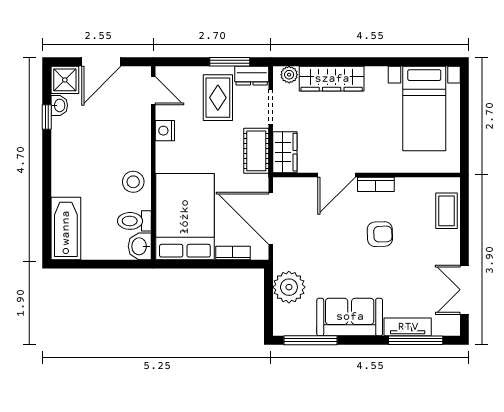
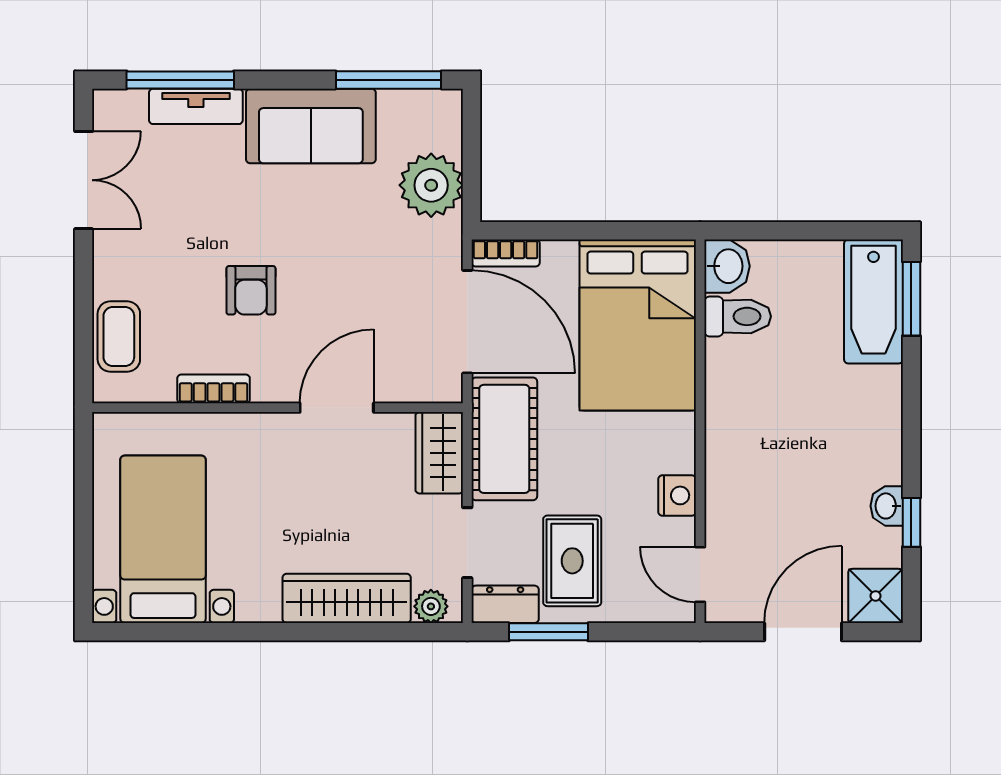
washbasin: (59, 105) -> (887, 506), moved
cot: (256, 151) -> (504, 439), width x1.37, depth x1.34
stool: (133, 182) -> (740, 394), removed
bookcase: (376, 184) -> (214, 389), moved
window: (47, 230) -> (911, 299), added
armchair: (380, 234) -> (251, 290), turned -88
bookcase: (233, 253) -> (506, 253), moved

